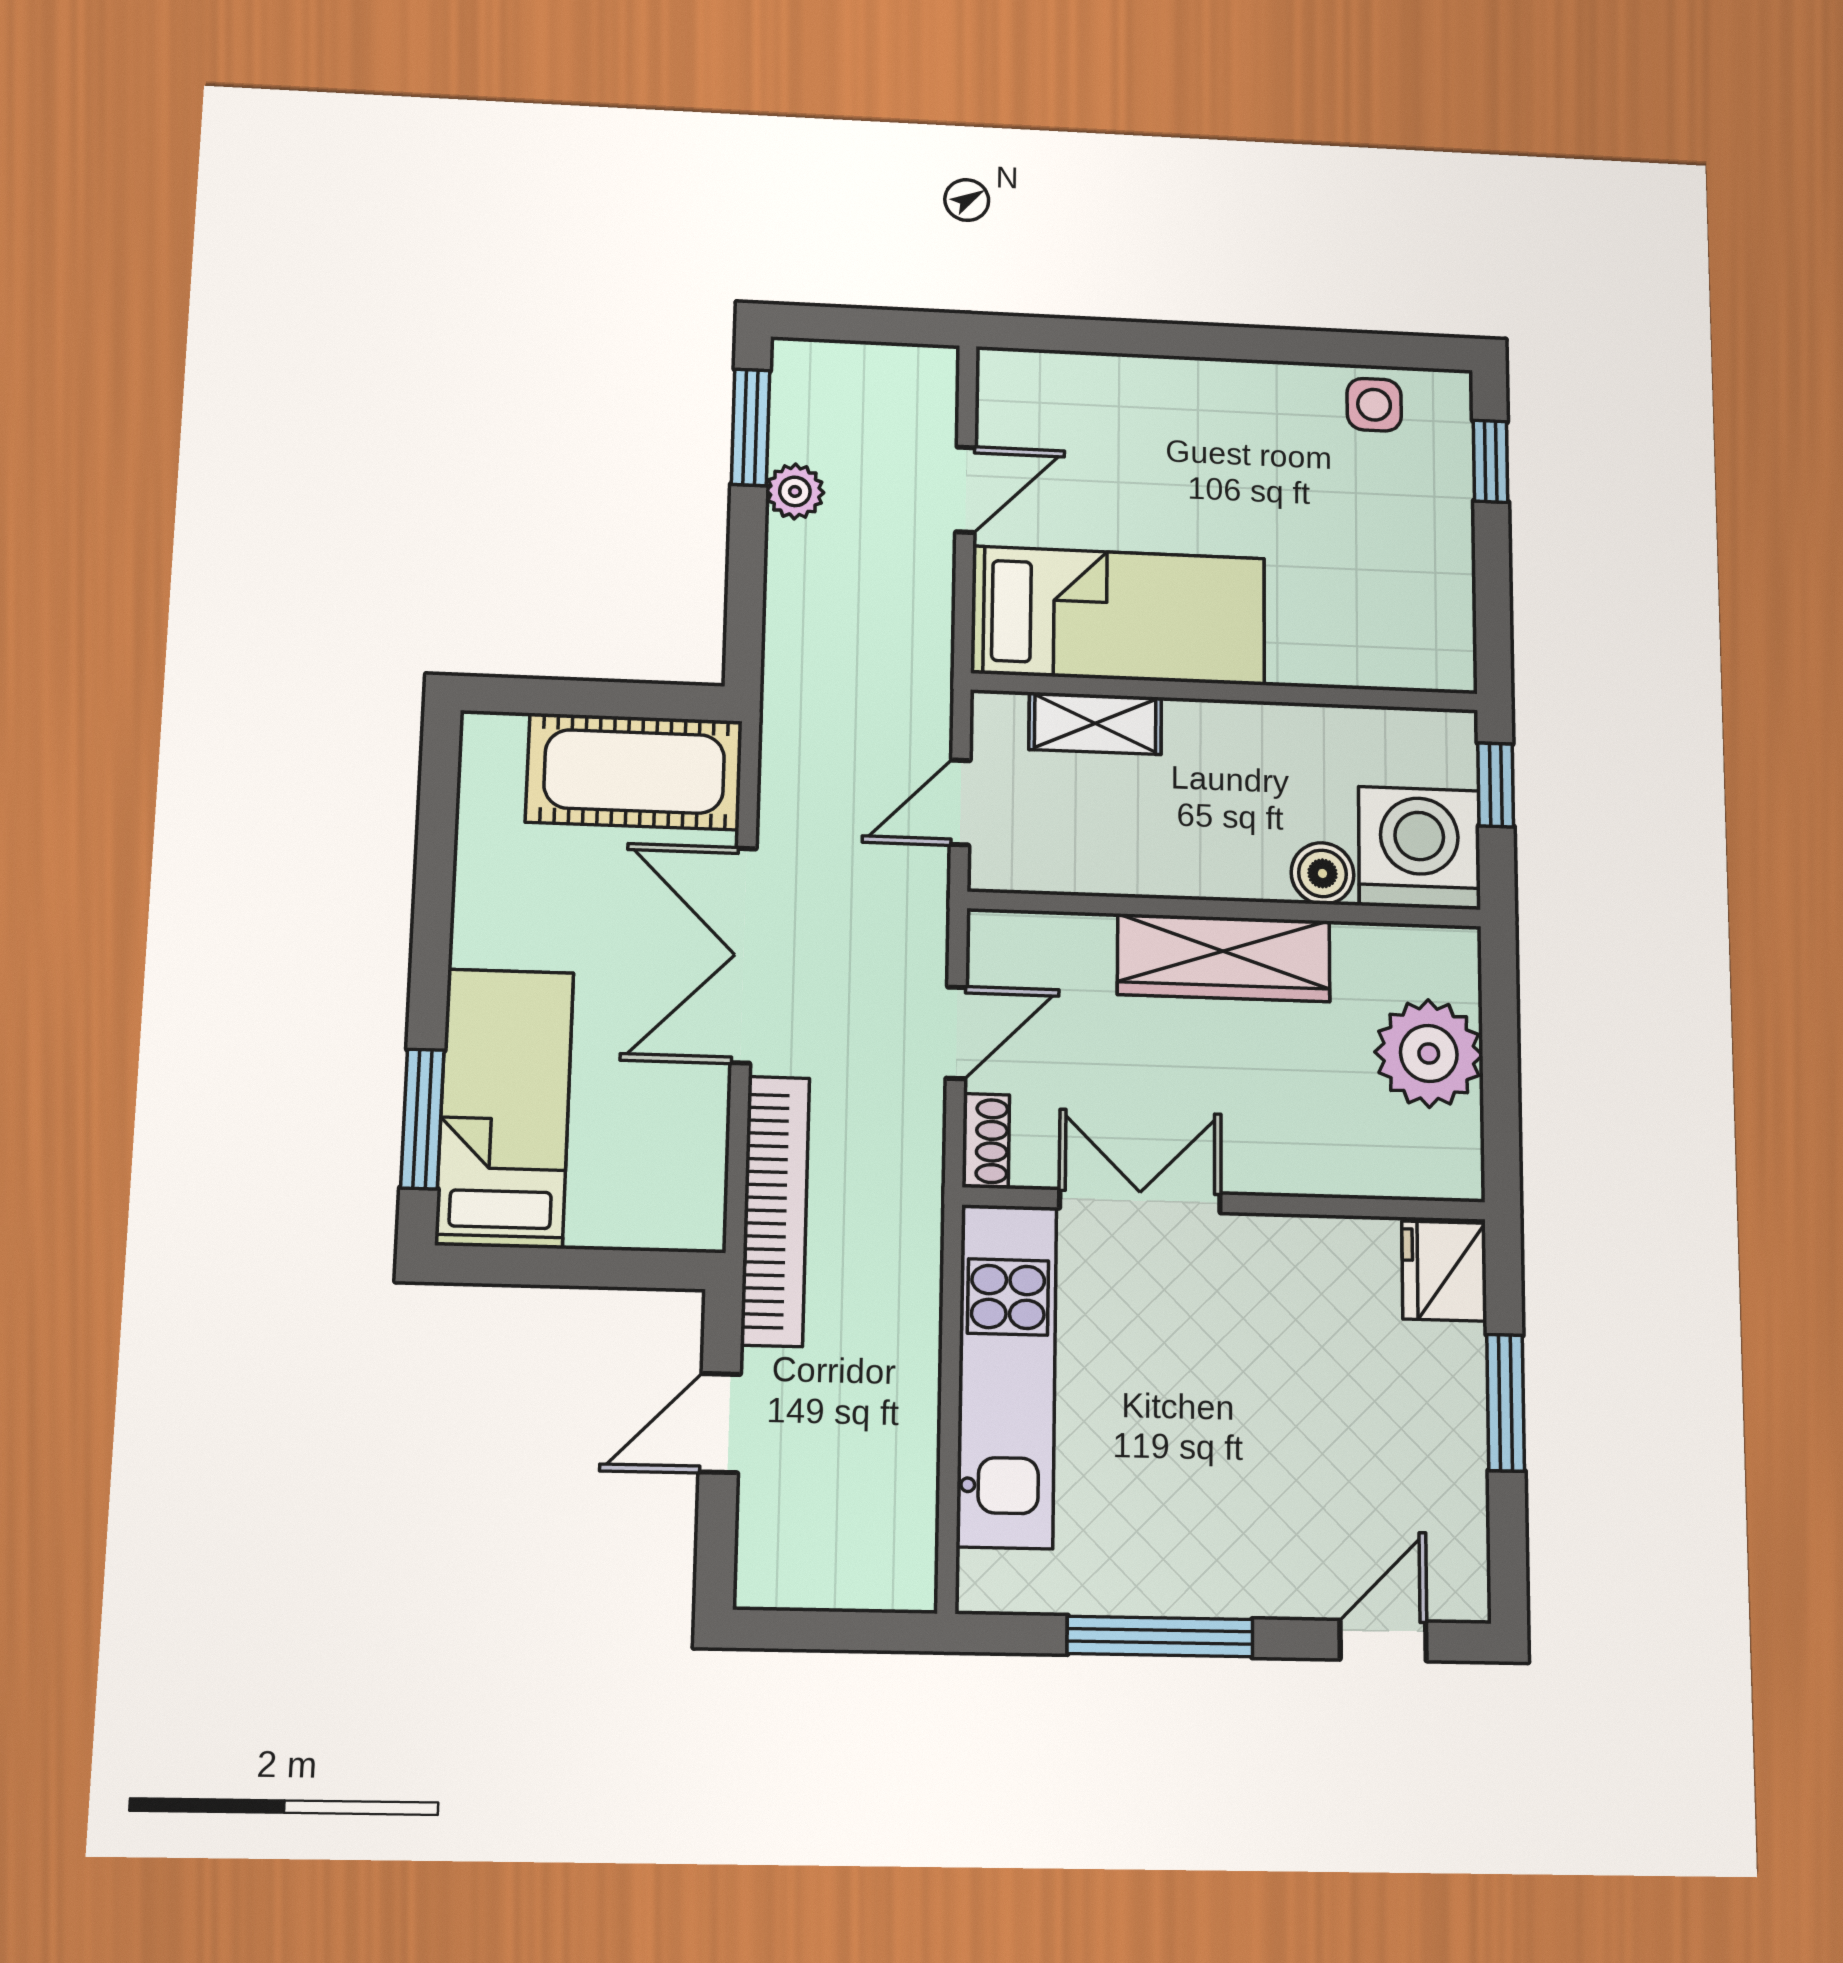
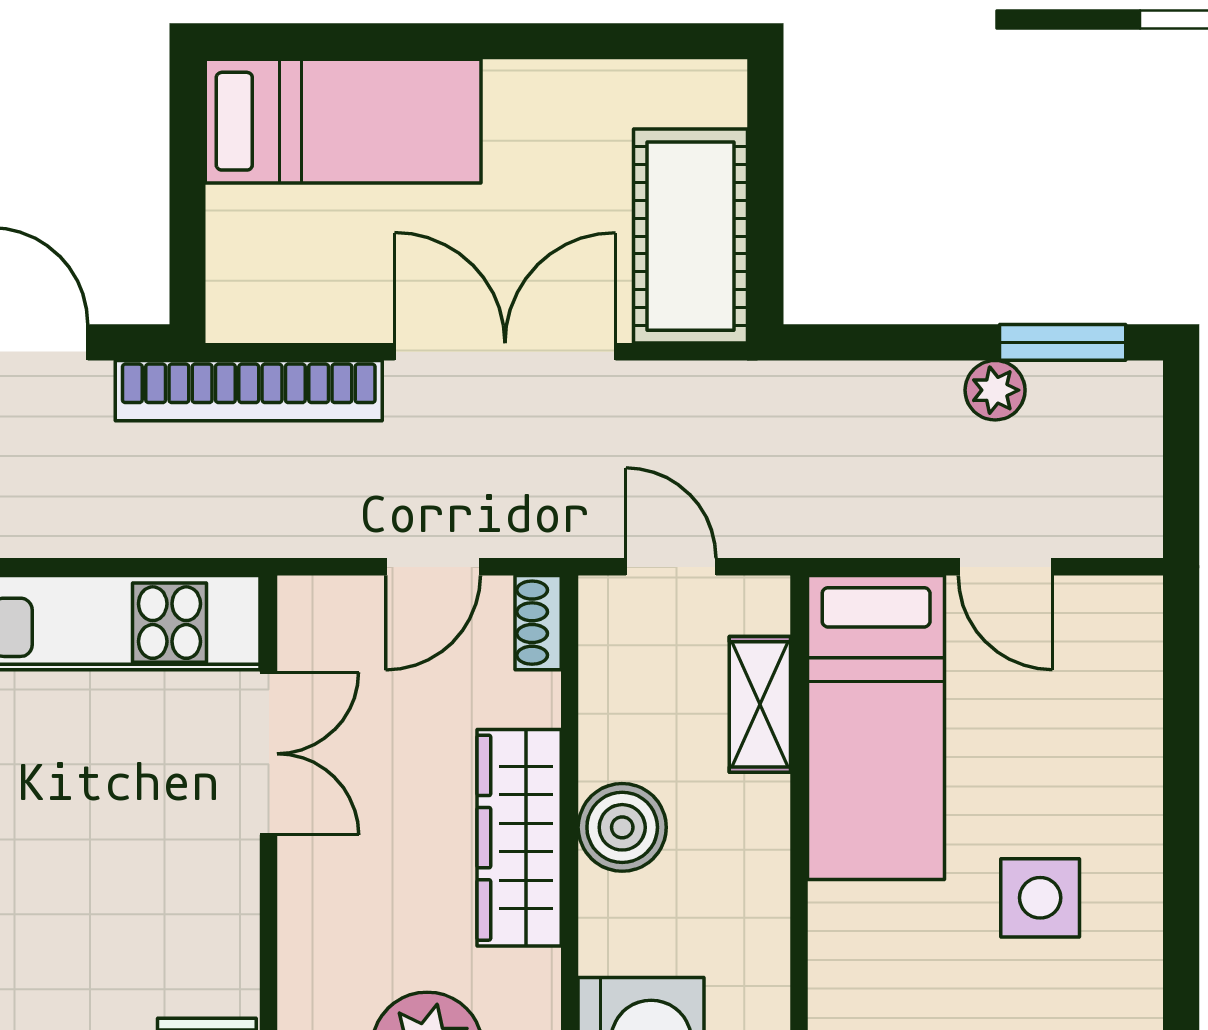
side table: (1374, 405) -> (1040, 898), moved, width x1.37, depth x1.37
boiler: (1323, 873) -> (622, 827), moved, width x1.36, depth x1.36
door: (956, 1033) -> (433, 567), hinge flipped
window: (422, 1119) -> (330, 41), removed
shoe rack: (986, 1141) -> (538, 623), moved, turned 90

